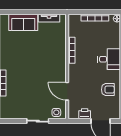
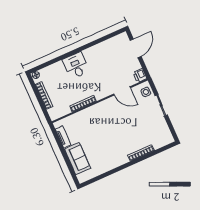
armchair: (108, 90) -> (104, 54), removed
door: (67, 91) -> (122, 91), hinge flipped
printer: (85, 114) -> (140, 76), moved

